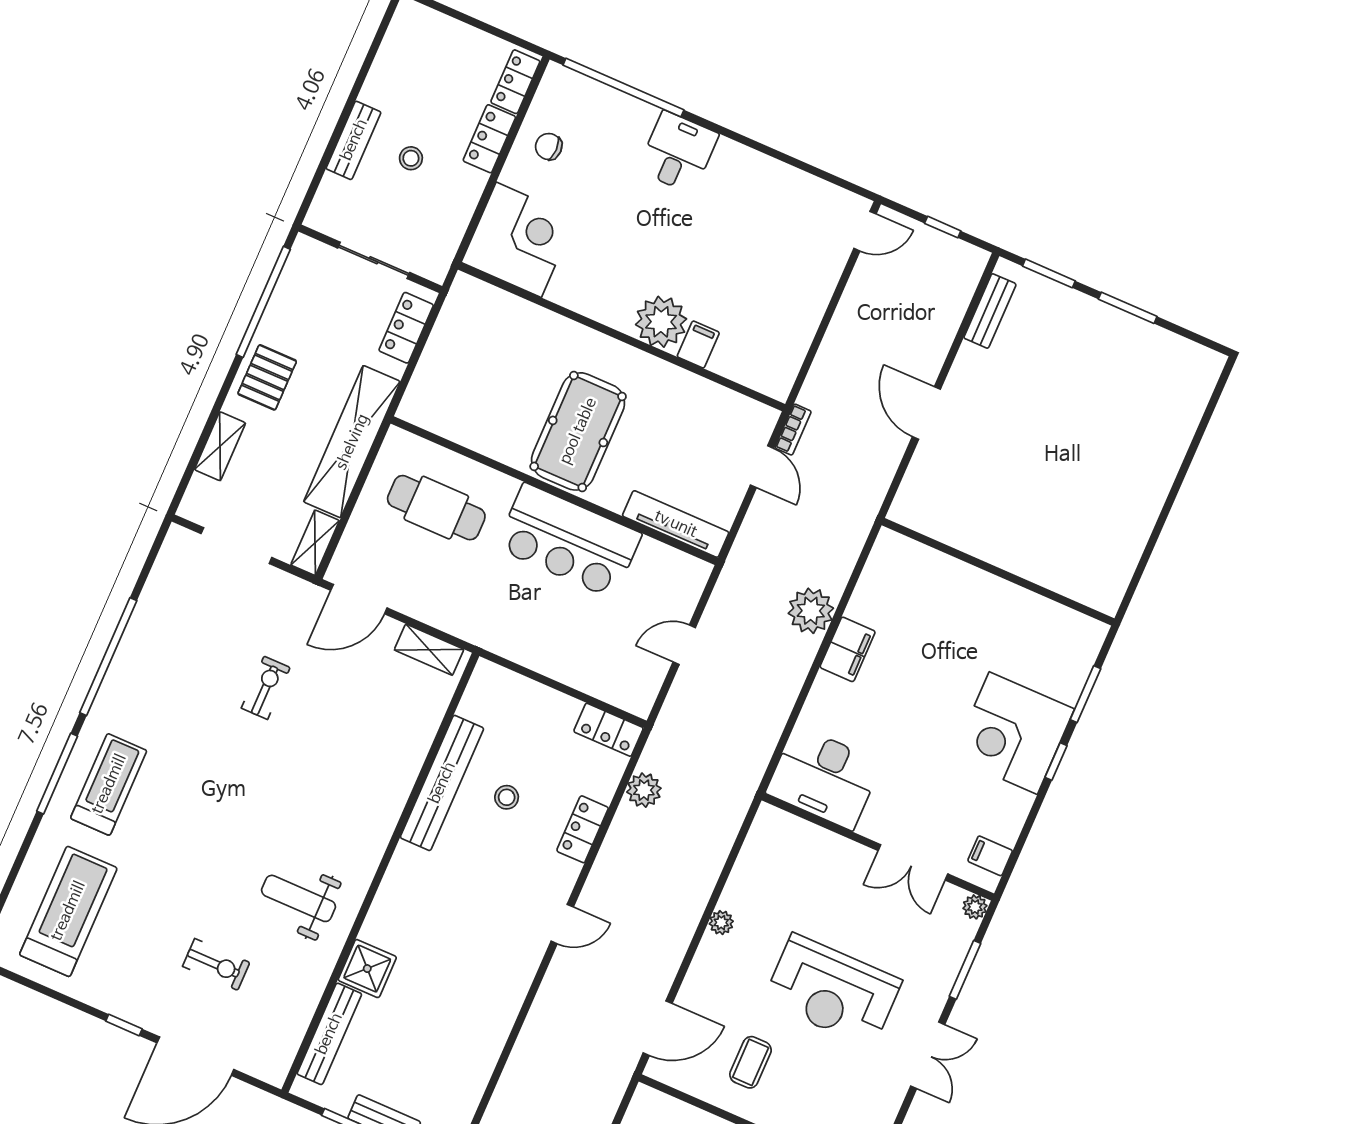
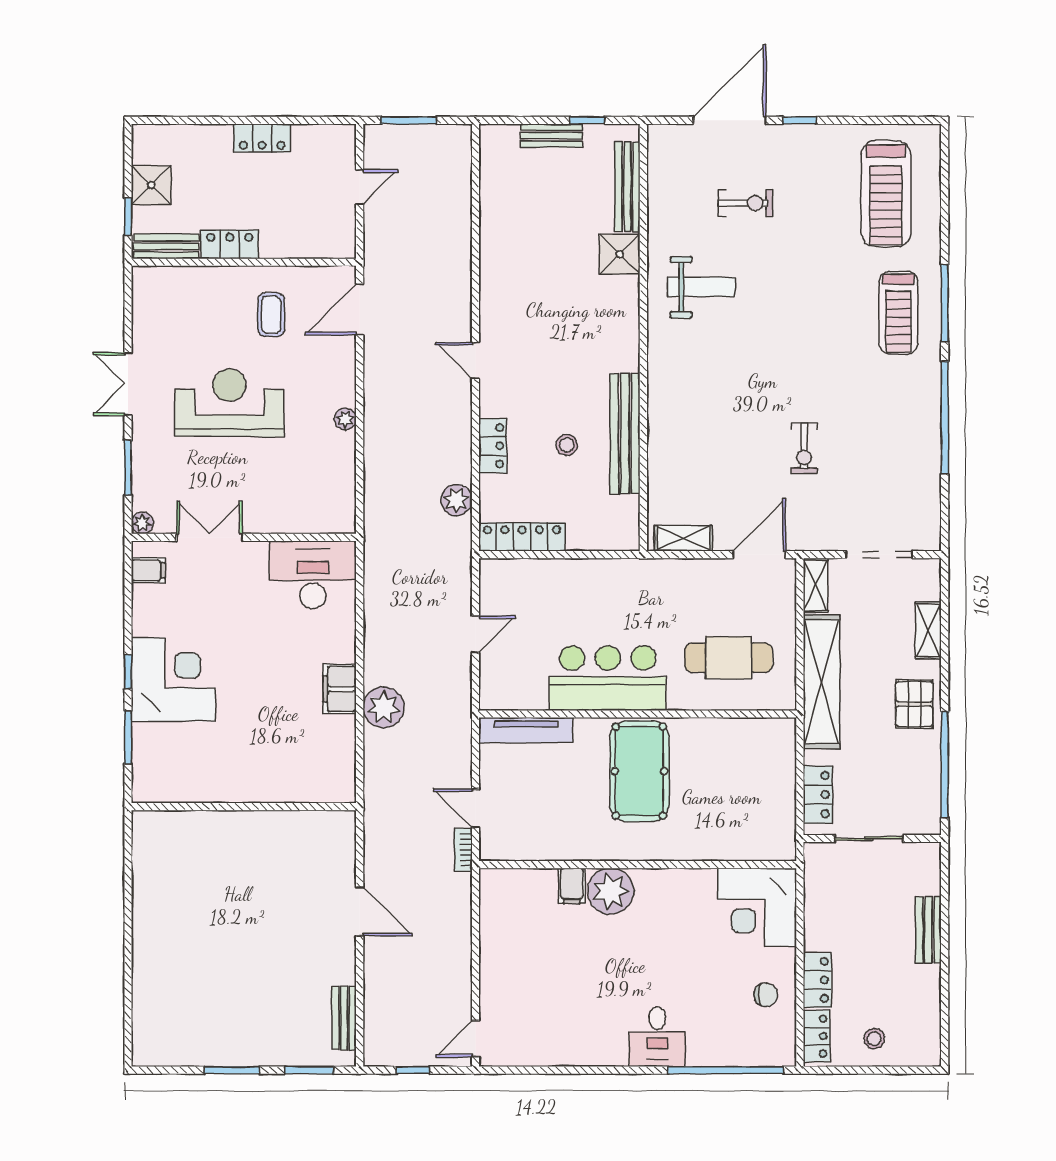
stool: (411, 158) -> (874, 1039), moved
locker: (609, 730) -> (522, 537), width x1.53
door: (562, 924) -> (475, 361), hinge flipped
exercise bike: (216, 964) -> (745, 203), turned 180

